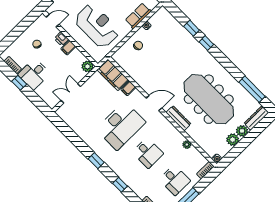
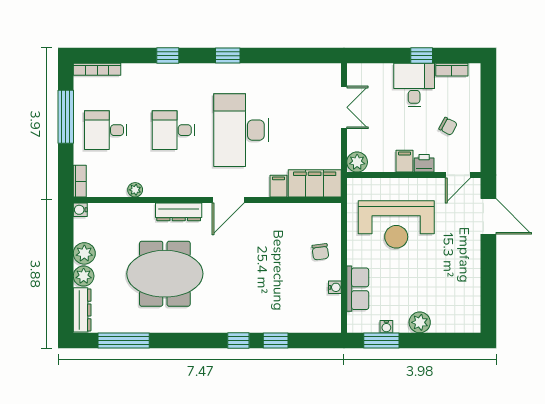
meeting table: (209, 99) -> (165, 274), width x0.73

